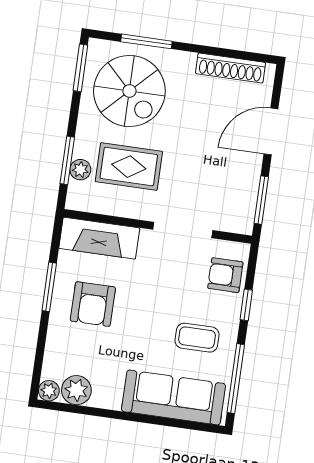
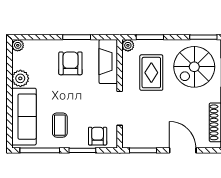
plant: (80, 170) -> (128, 45), moved
armchair: (93, 304) -> (70, 63), turned 90
window: (246, 305) -> (82, 150), width x1.50
plant: (76, 390) -> (20, 78), moved

